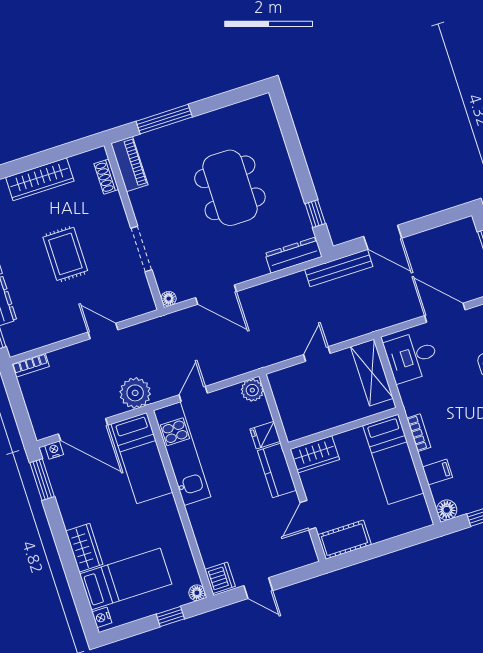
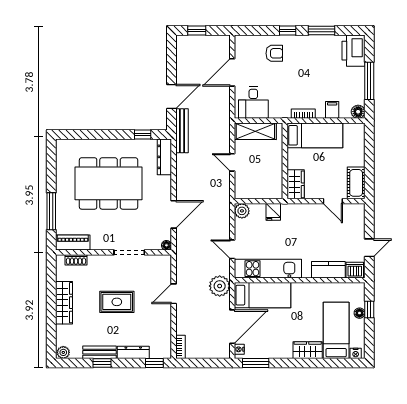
dining table: (230, 188) -> (109, 183), width x1.36, depth x1.24
kitchen counter: (277, 470) -> (328, 270), moved, turned 180
floor lamp: (197, 593) -> (359, 313), moved

